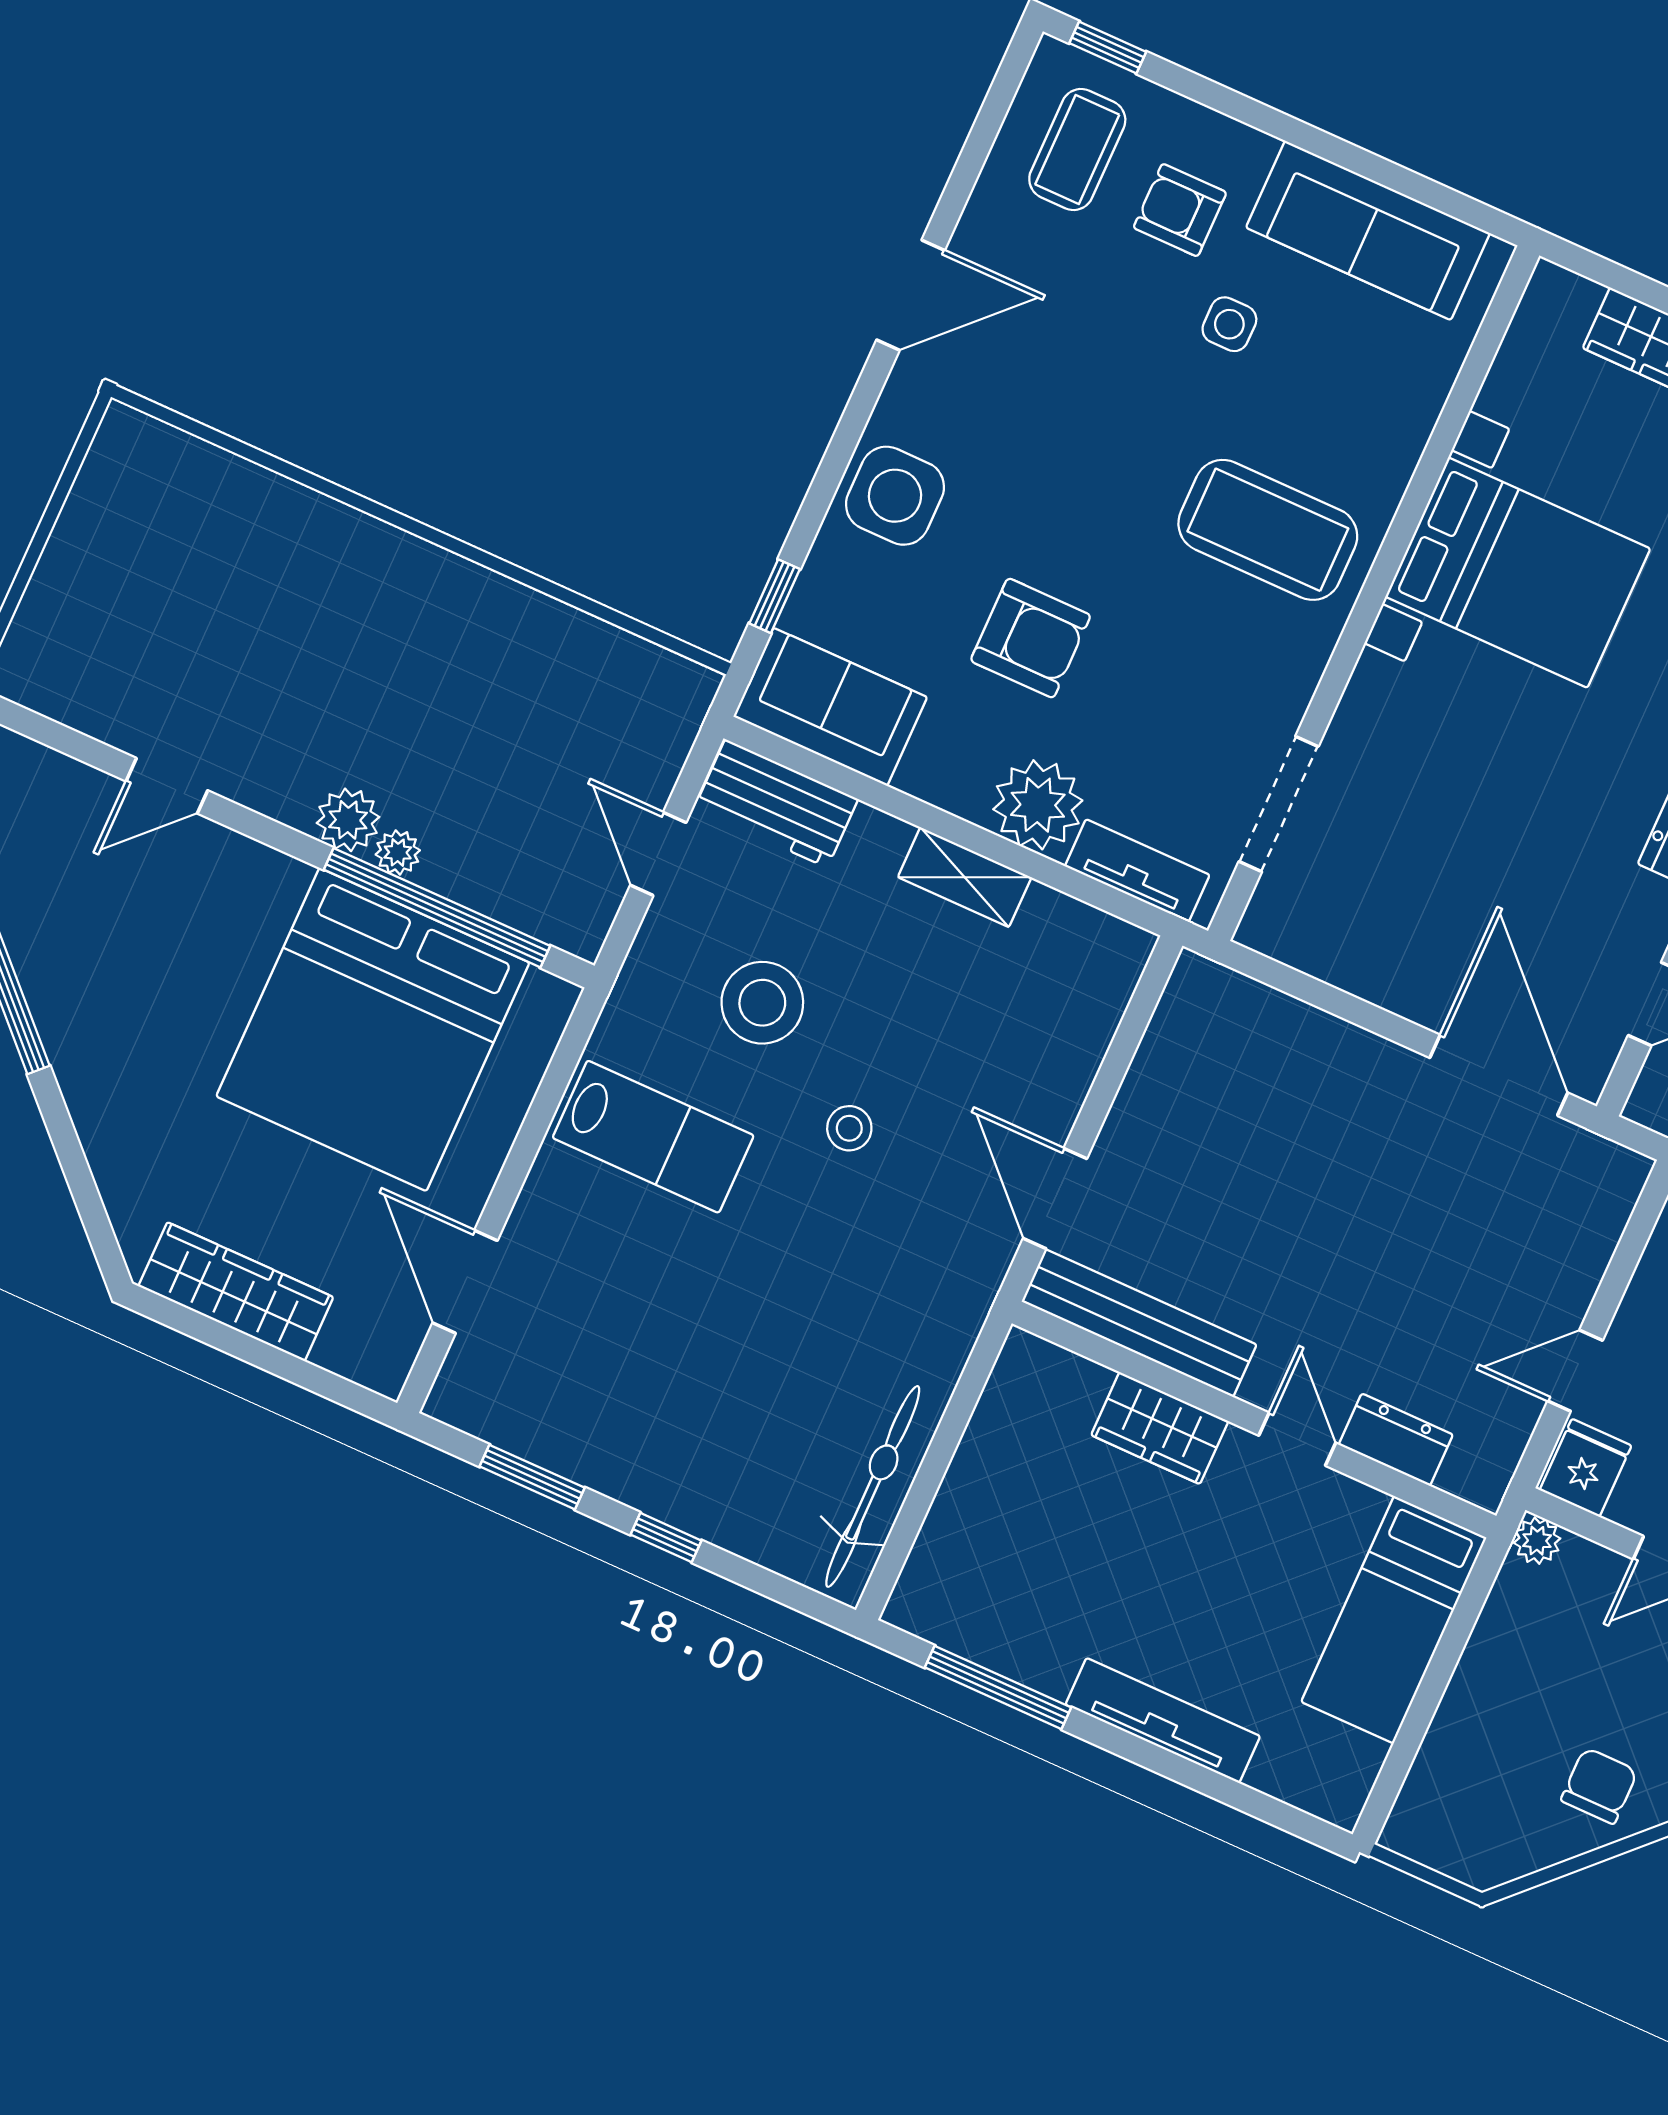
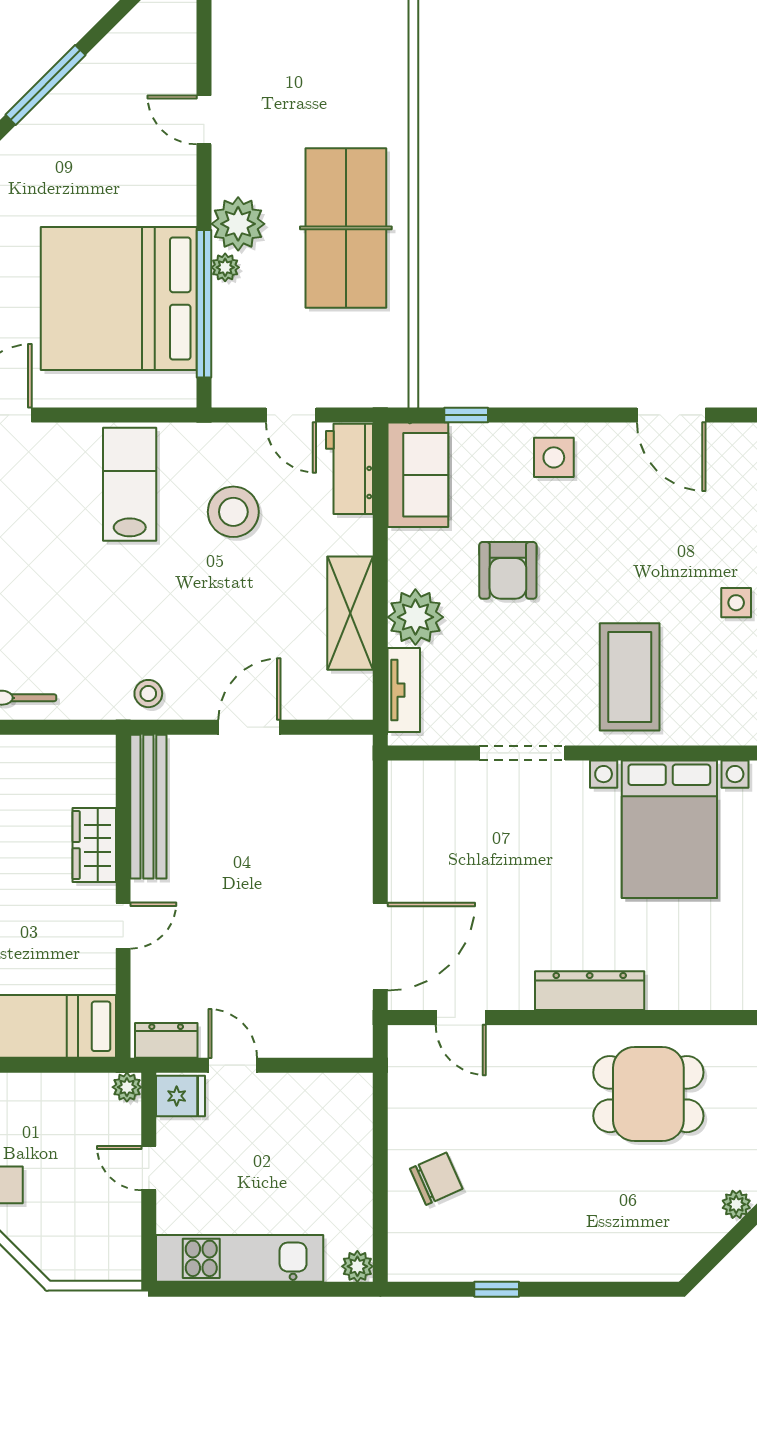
side table: (895, 496) -> (554, 457), width x0.73, depth x0.73
table tennis table: (420, 649) -> (346, 228), added
doorway: (1279, 804) -> (522, 753), moved
plant: (348, 820) -> (238, 224), width x1.36, depth x1.36
door: (658, 854) -> (291, 415), swing flipped
shelving: (965, 877) -> (350, 613), width x1.50, depth x1.33
stool: (849, 1128) -> (148, 694), moved
lab bench: (653, 1137) -> (130, 484), turned 180
door: (1055, 1199) -> (249, 727), moved
dresser: (1396, 1440) -> (166, 1040), moved, turned -90

